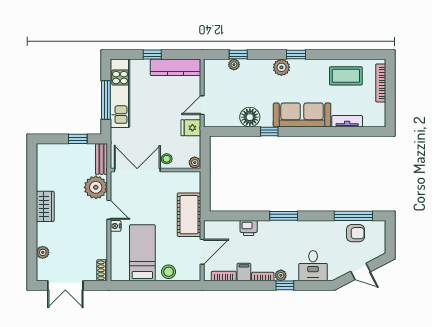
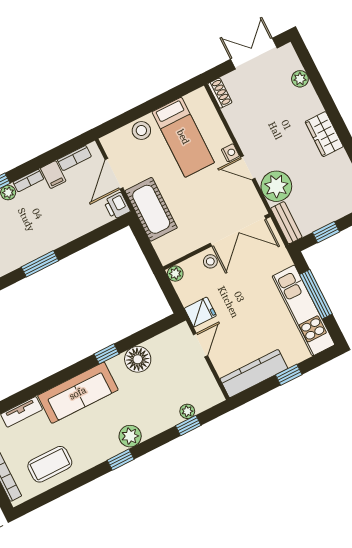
printer: (249, 228) -> (117, 206), moved, turned -90

